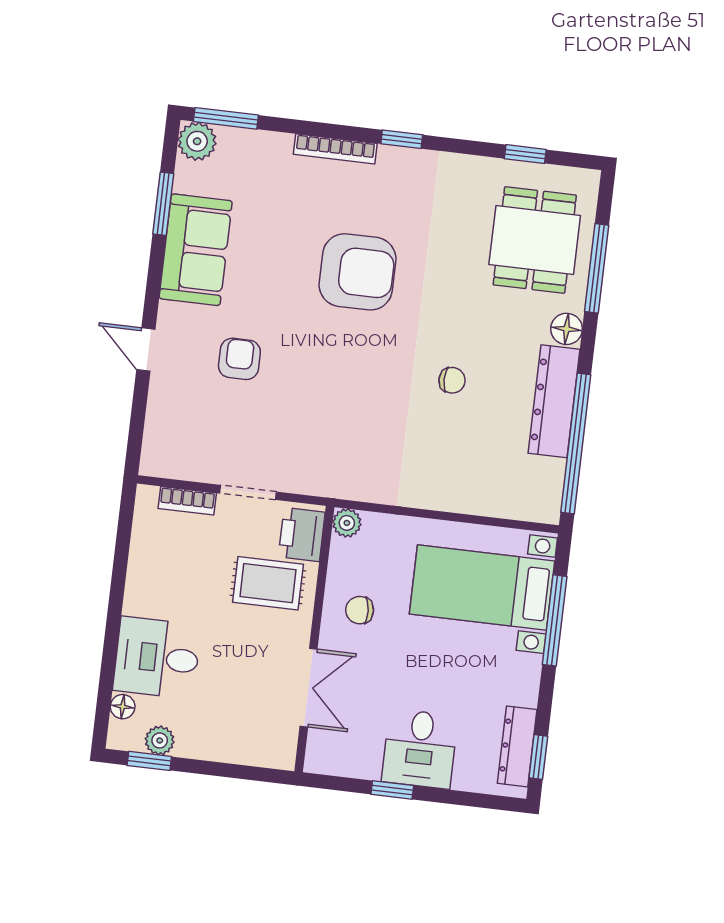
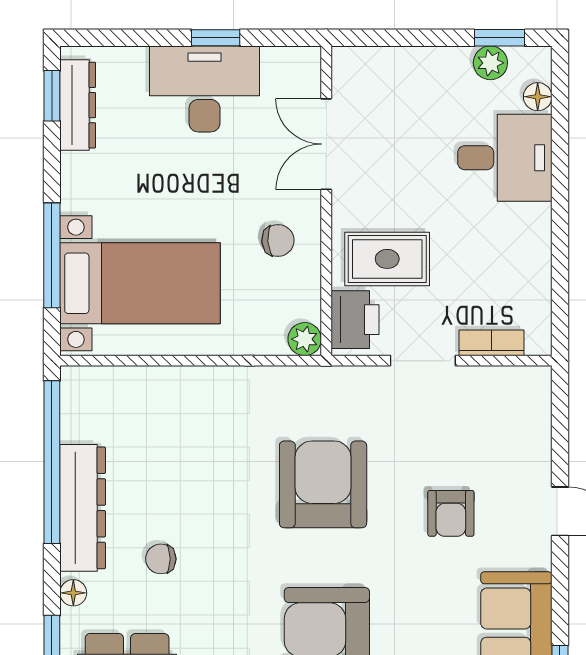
floor lamp: (567, 329) -> (73, 593), width x0.73, depth x0.73
chair: (452, 380) -> (161, 559), moved
armchair: (346, 397) -> (323, 484), added
desk: (420, 749) -> (205, 89), width x1.37

